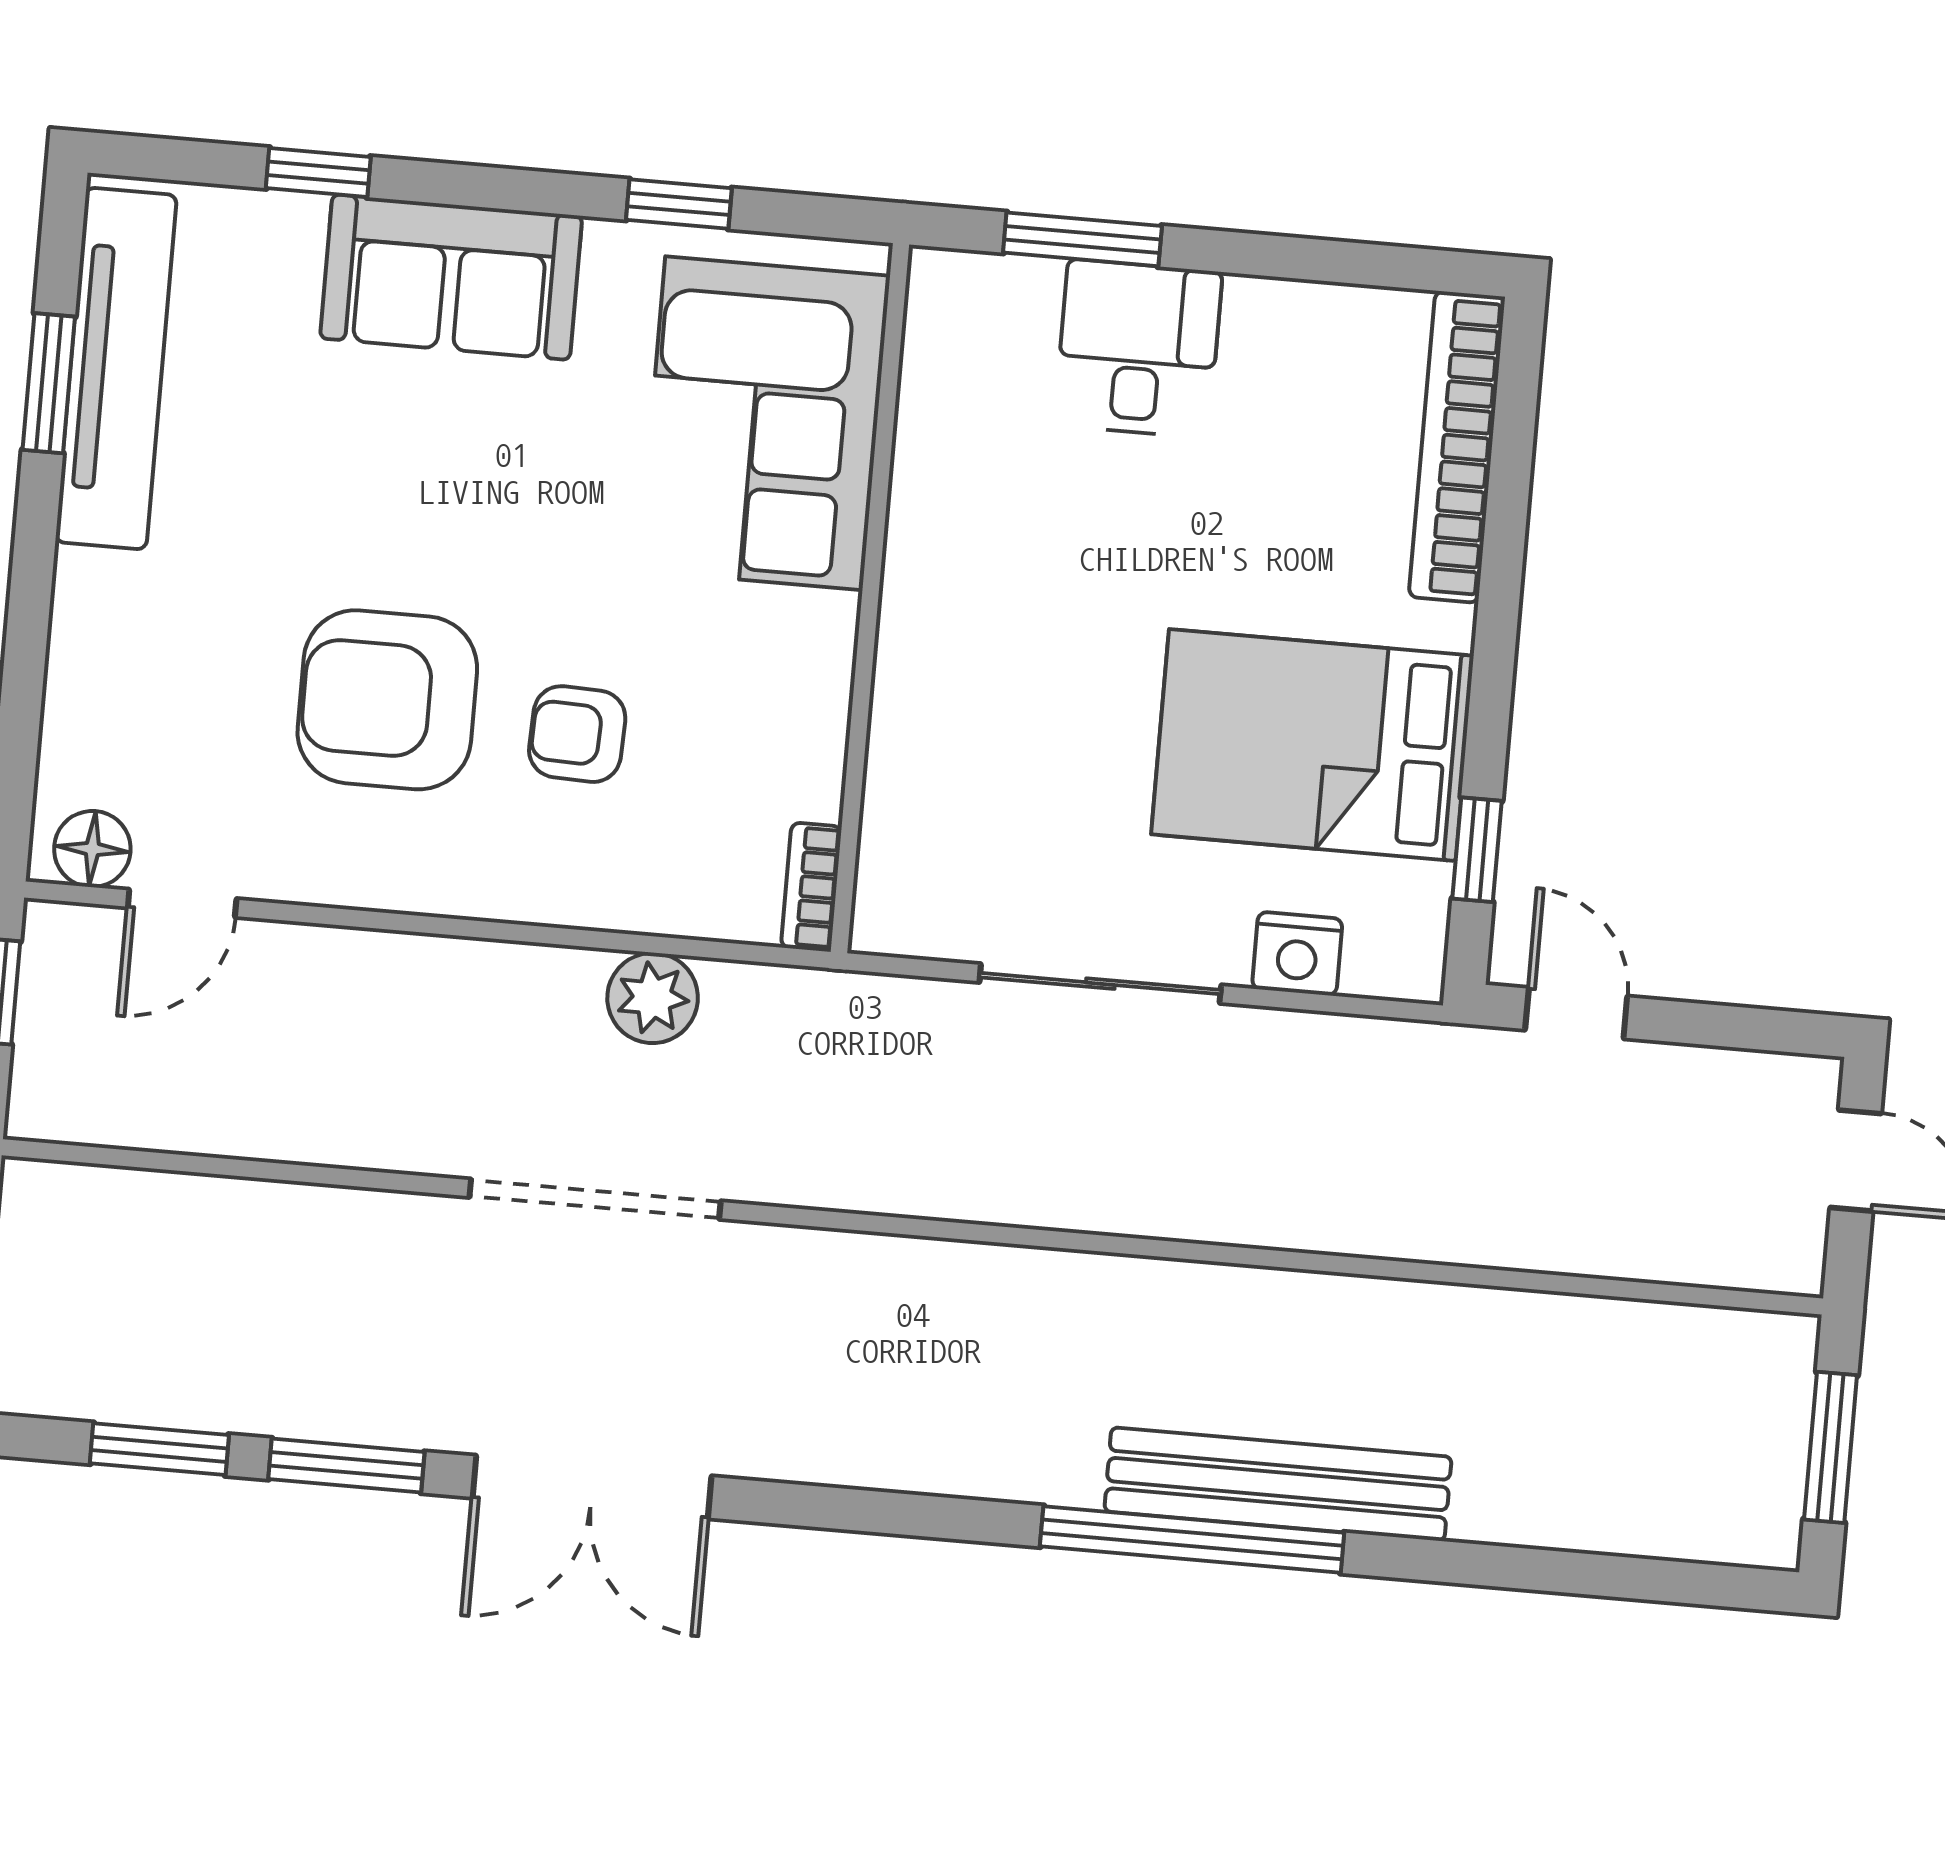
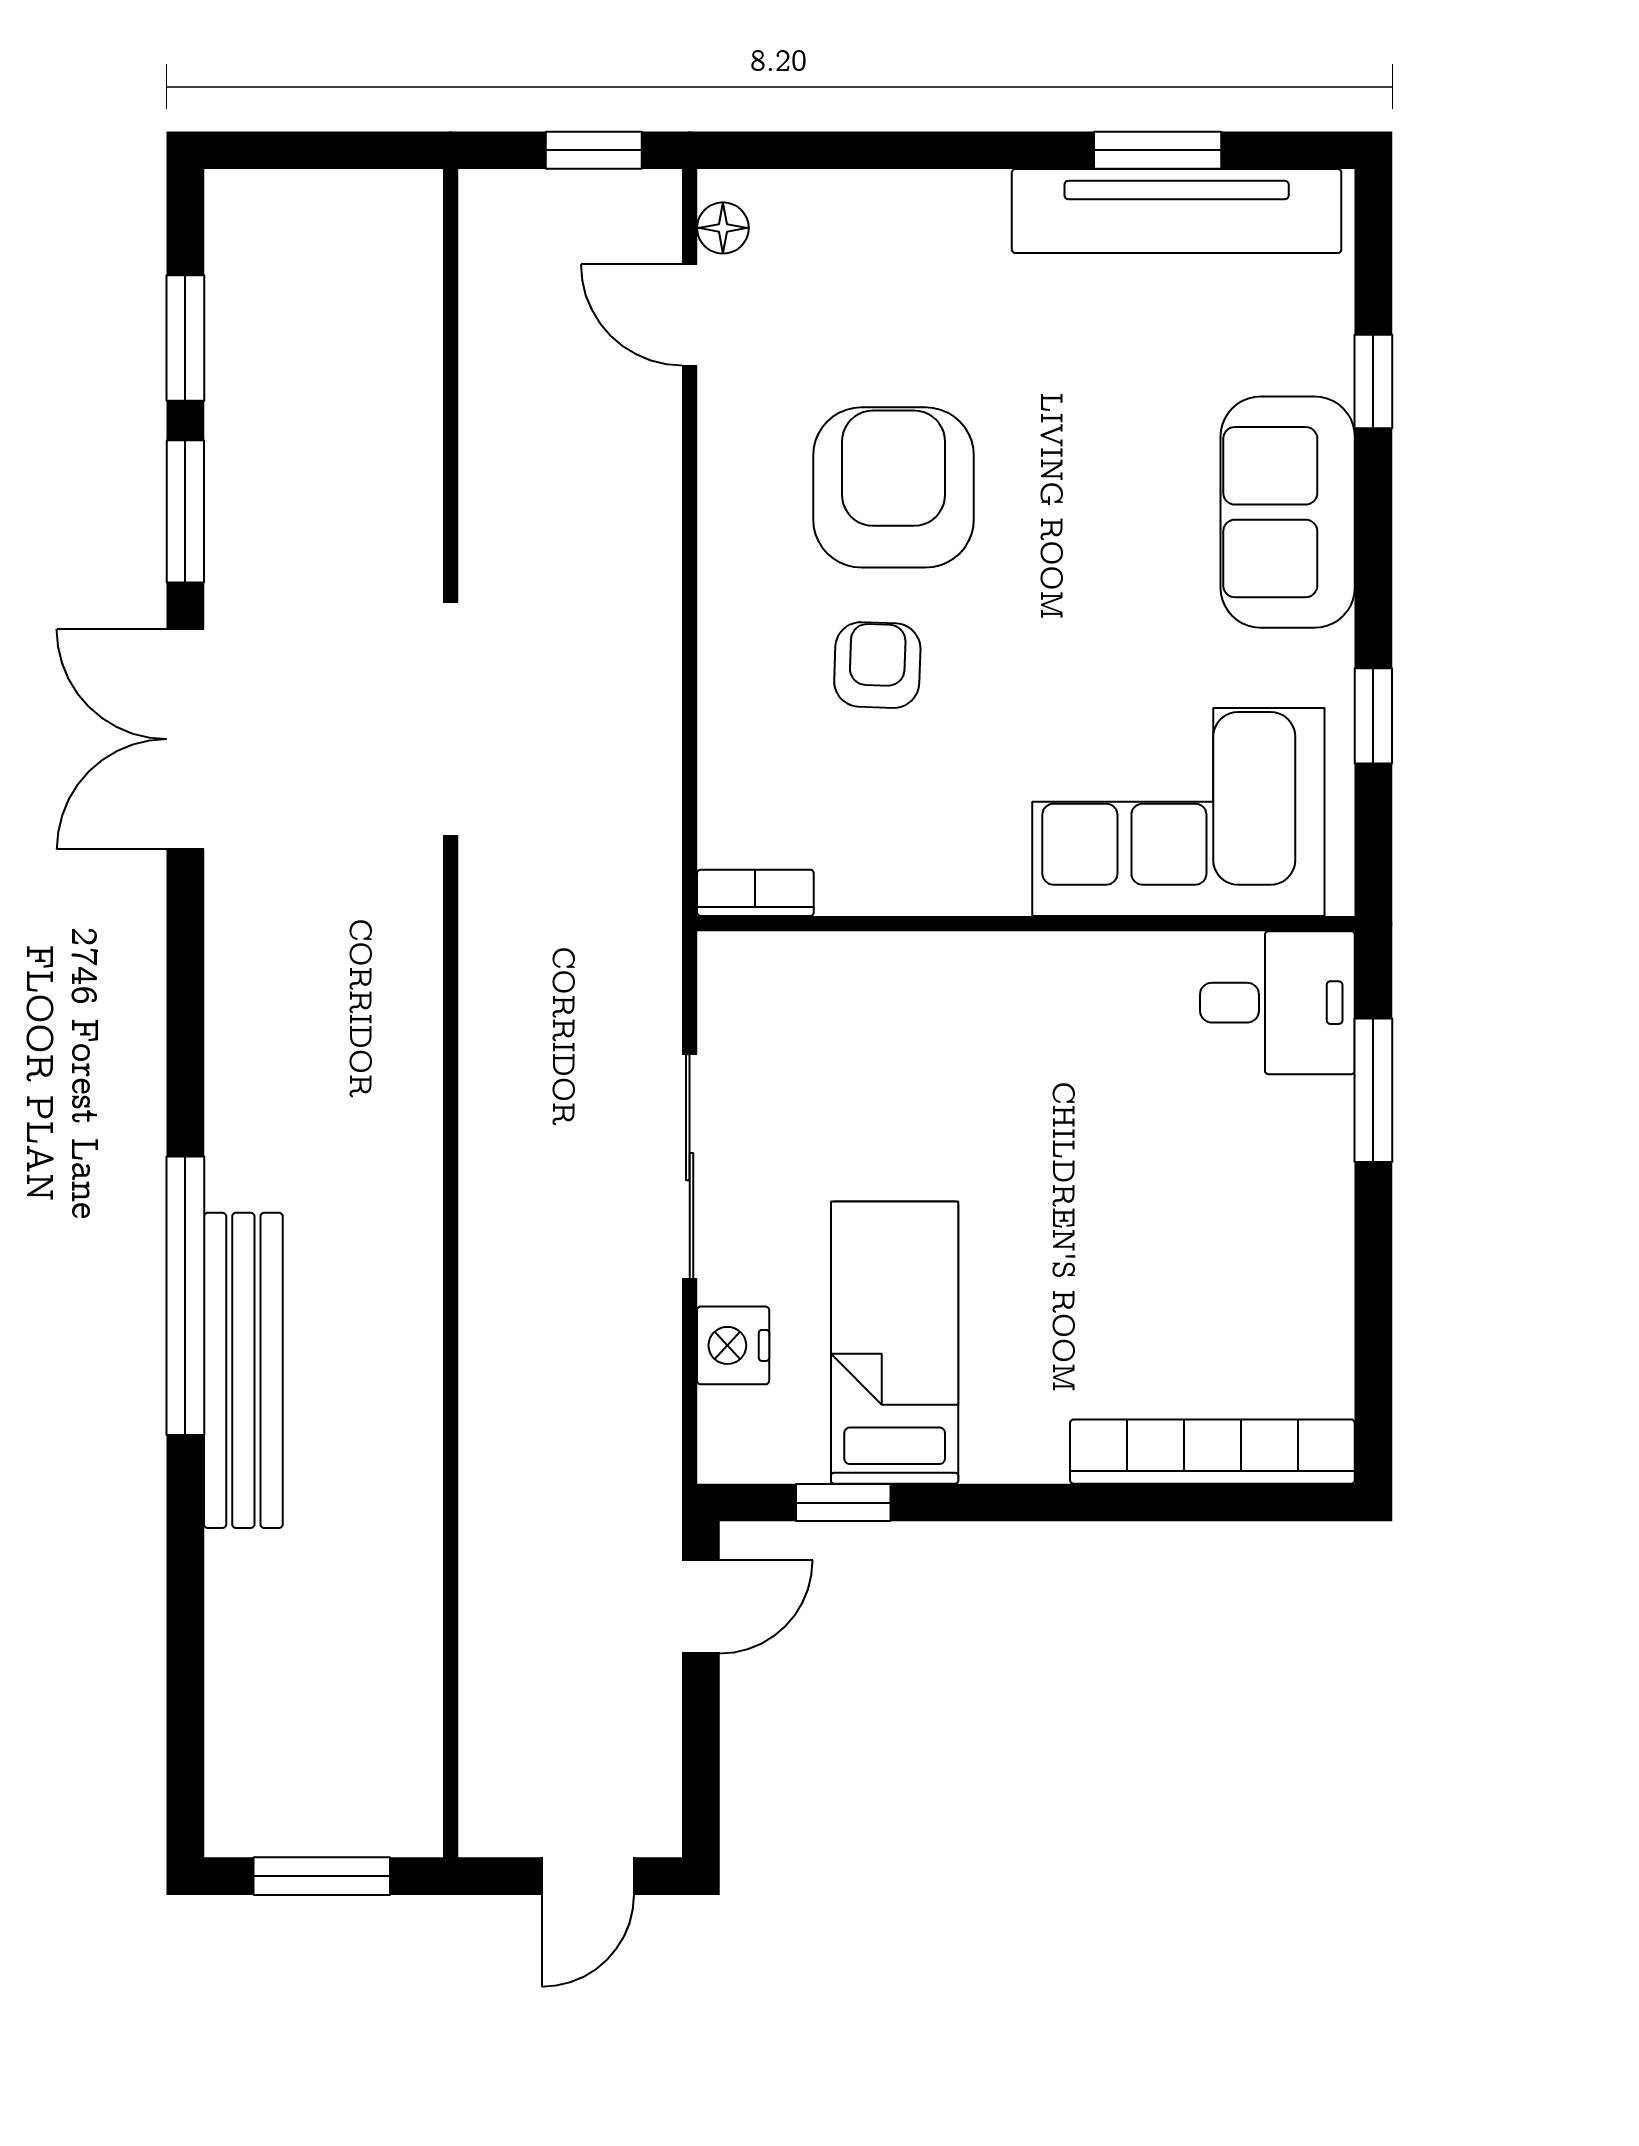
desk: (1138, 348) -> (1277, 1003), moved
bed: (1312, 745) -> (895, 1343), width x0.67
floor lamp: (92, 849) -> (723, 228), width x0.73, depth x0.73
plant: (653, 998) -> (640, 756), removed

